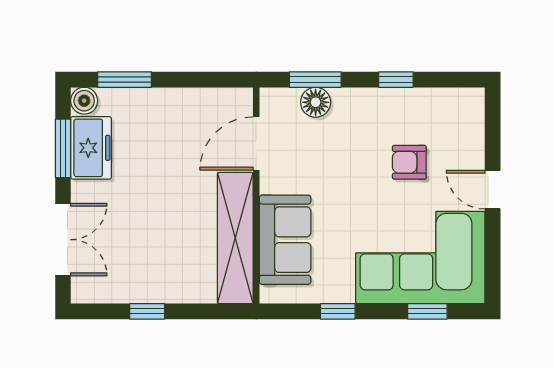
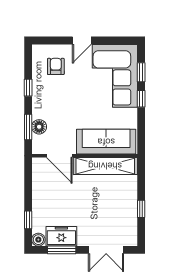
window: (125, 80) -> (28, 220), width x0.67
armchair: (409, 162) -> (56, 66), moved, turned 180
double door: (63, 240) -> (106, 250), swing flipped
sofa: (285, 240) -> (106, 142), width x1.36
window: (338, 311) -> (141, 99), moved

